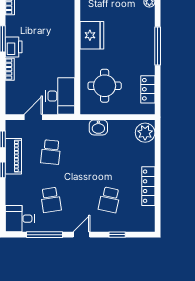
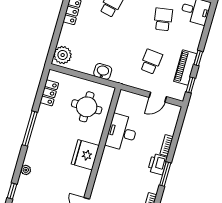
desk: (60, 96) -> (122, 133), moved

